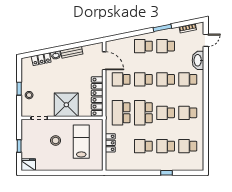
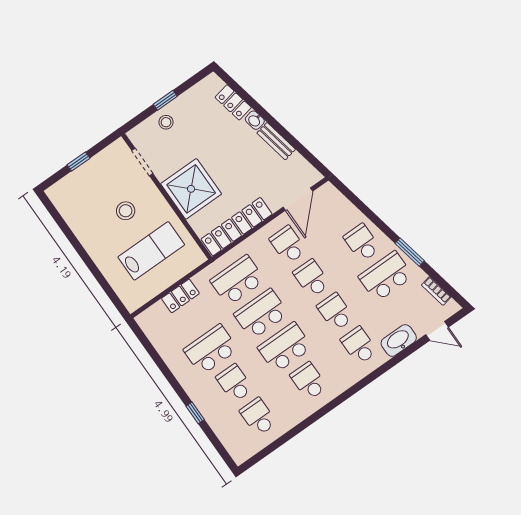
school desk: (166, 46) -> (386, 276), width x1.85
school desk: (166, 113) -> (285, 347), width x1.85
school desk: (143, 146) -> (211, 349), width x1.85
fridge: (28, 165) -> (60, 195), removed

